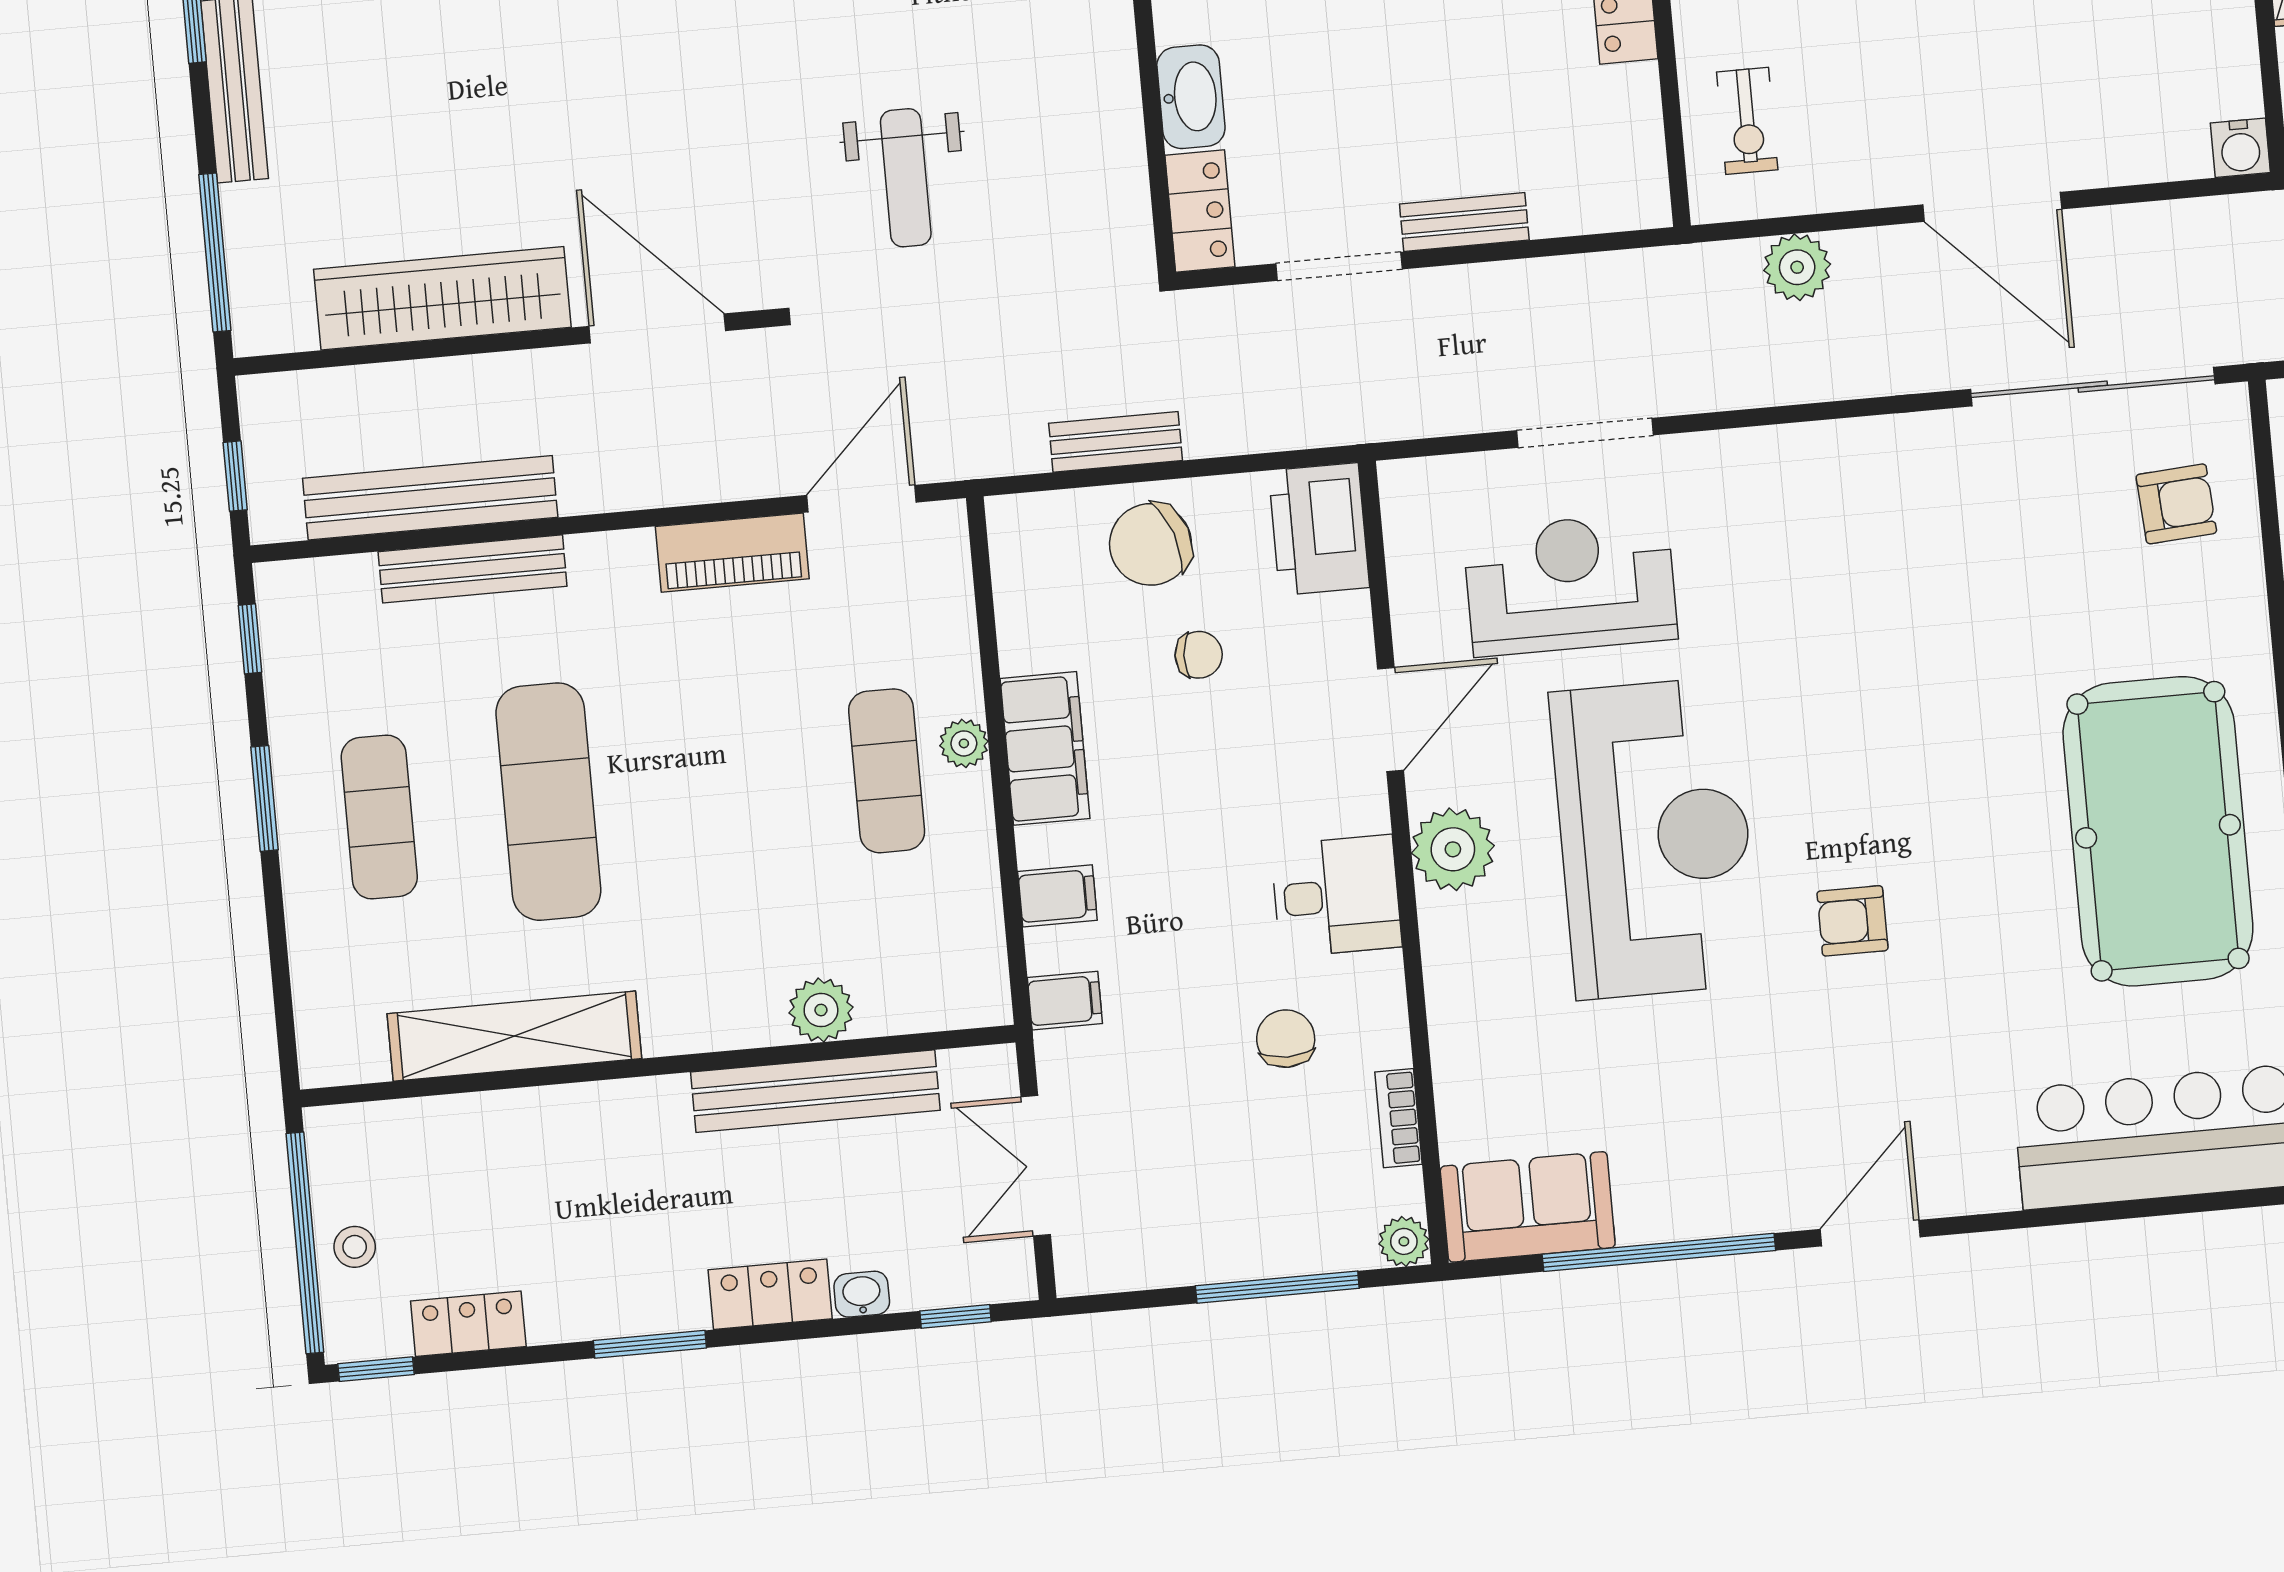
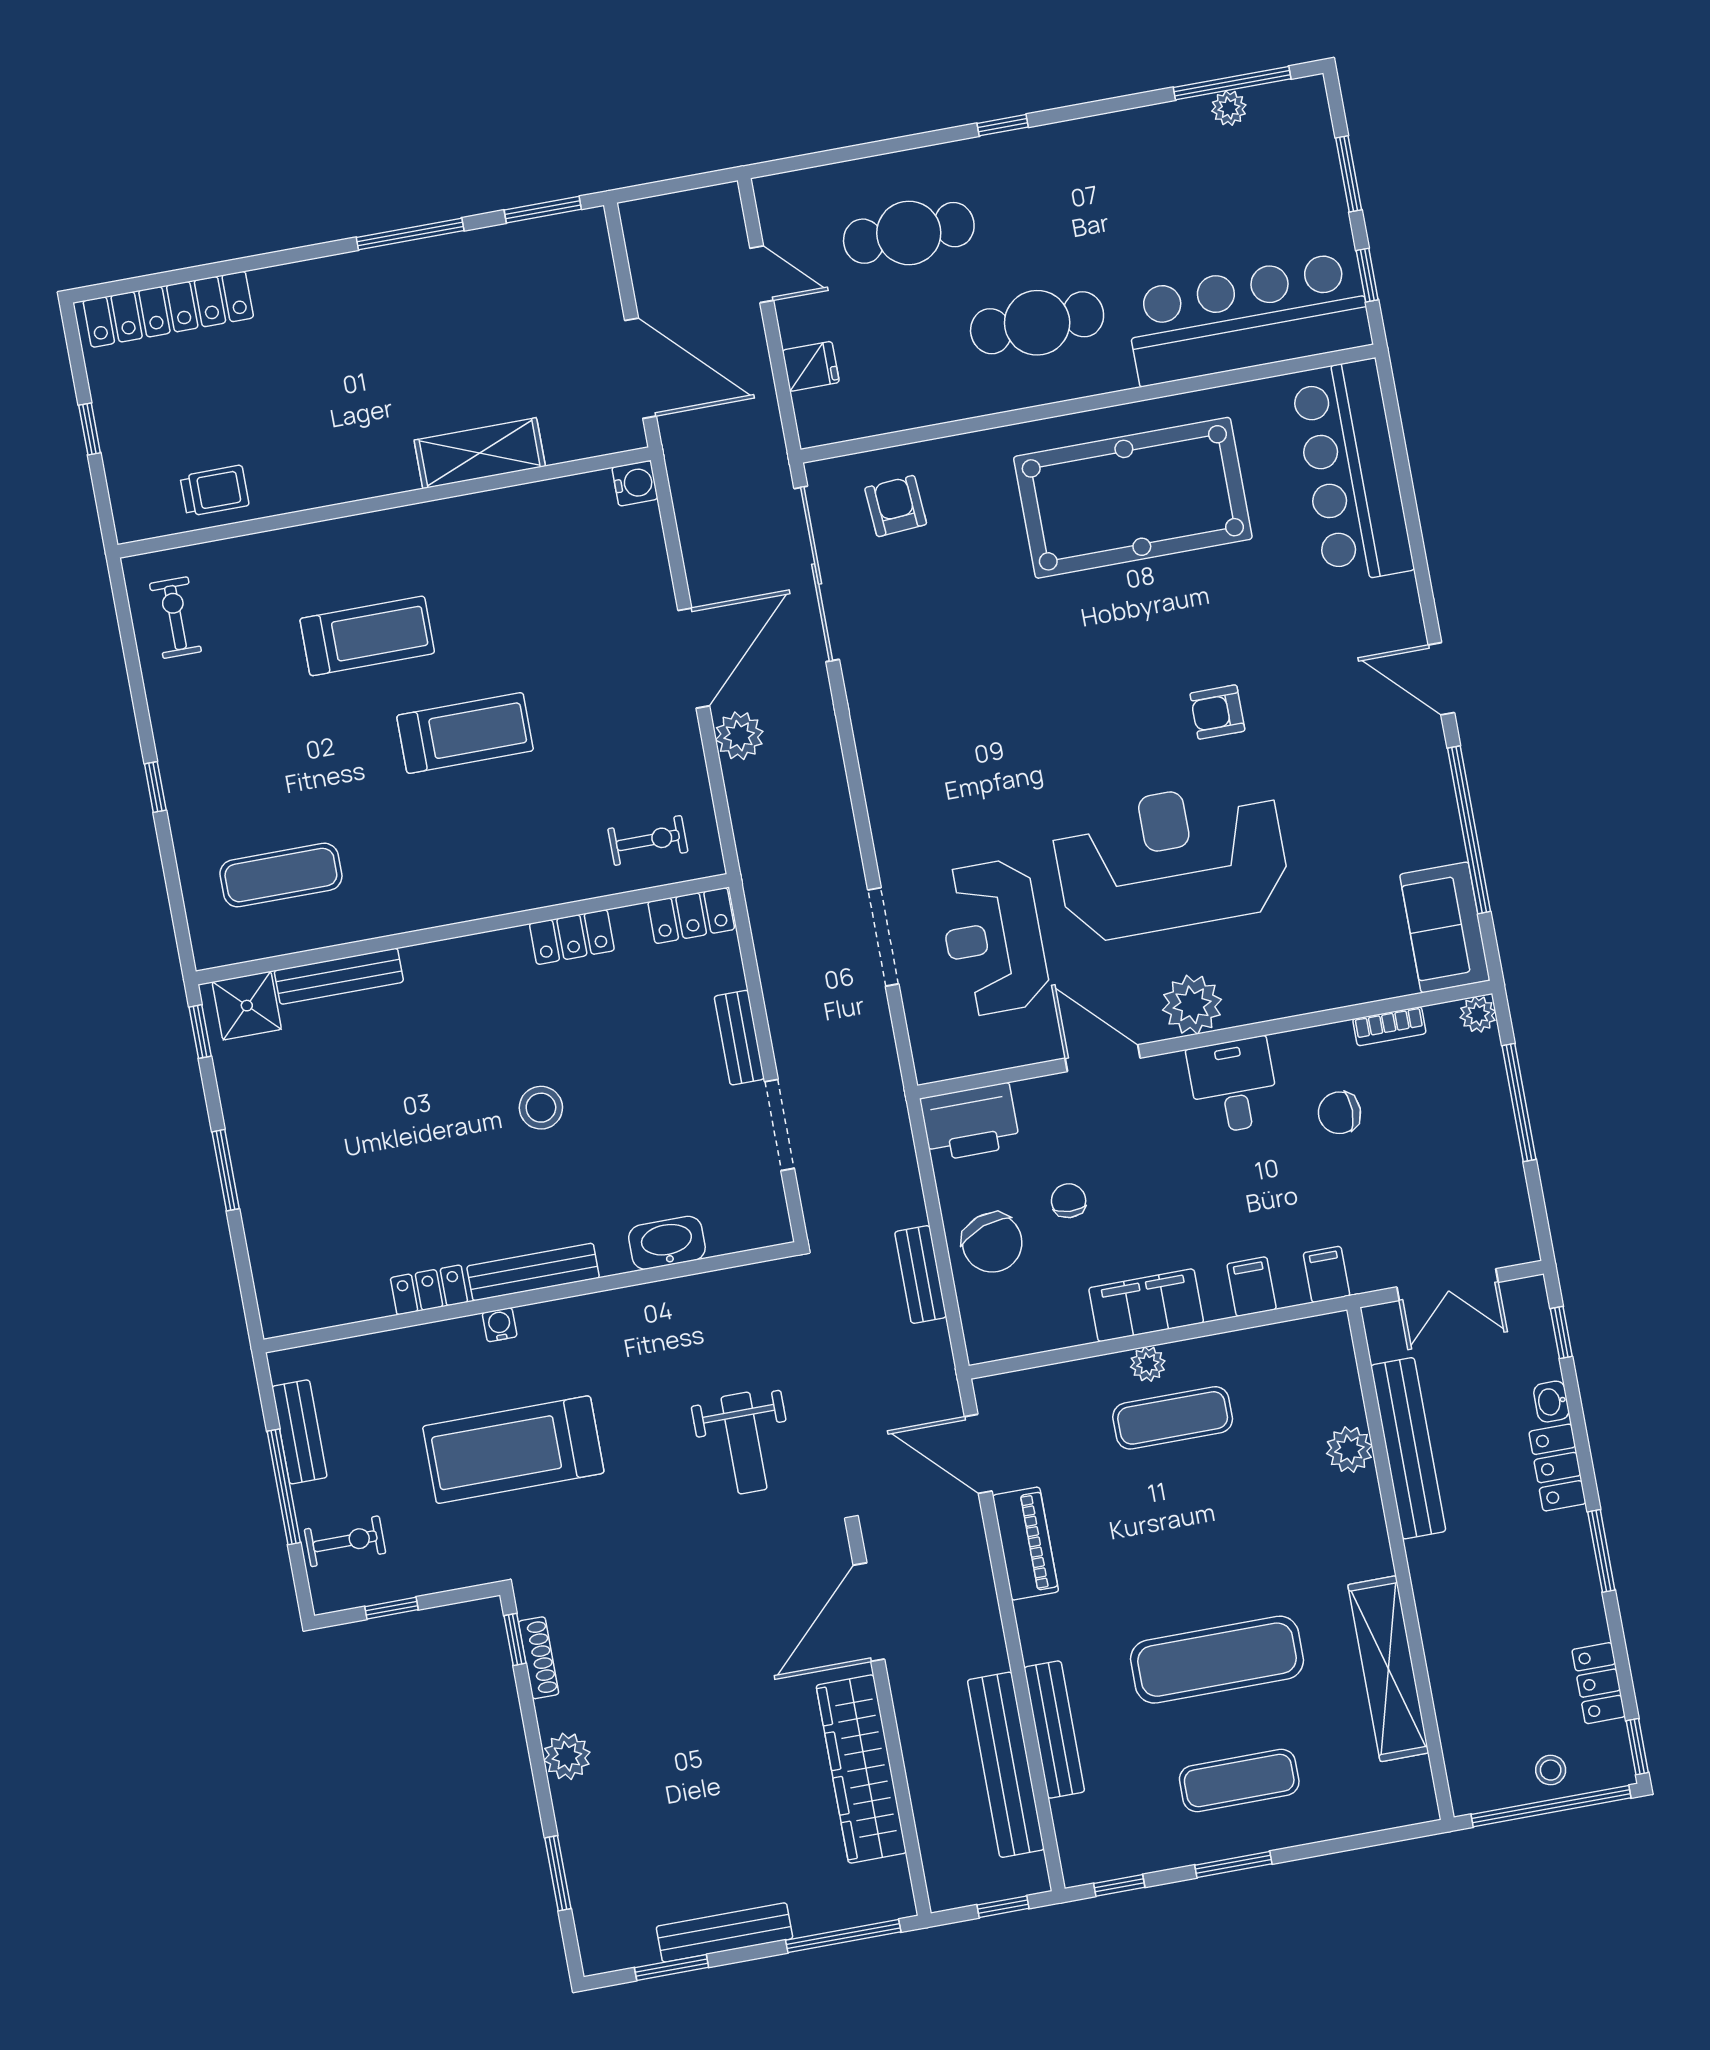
weight bench: (906, 178) -> (744, 1443), turned 90
locker: (1200, 211) -> (691, 916), moved, turned 180
plant: (1797, 267) -> (739, 736), moved
armchair: (1852, 921) -> (1217, 712), turned 90

